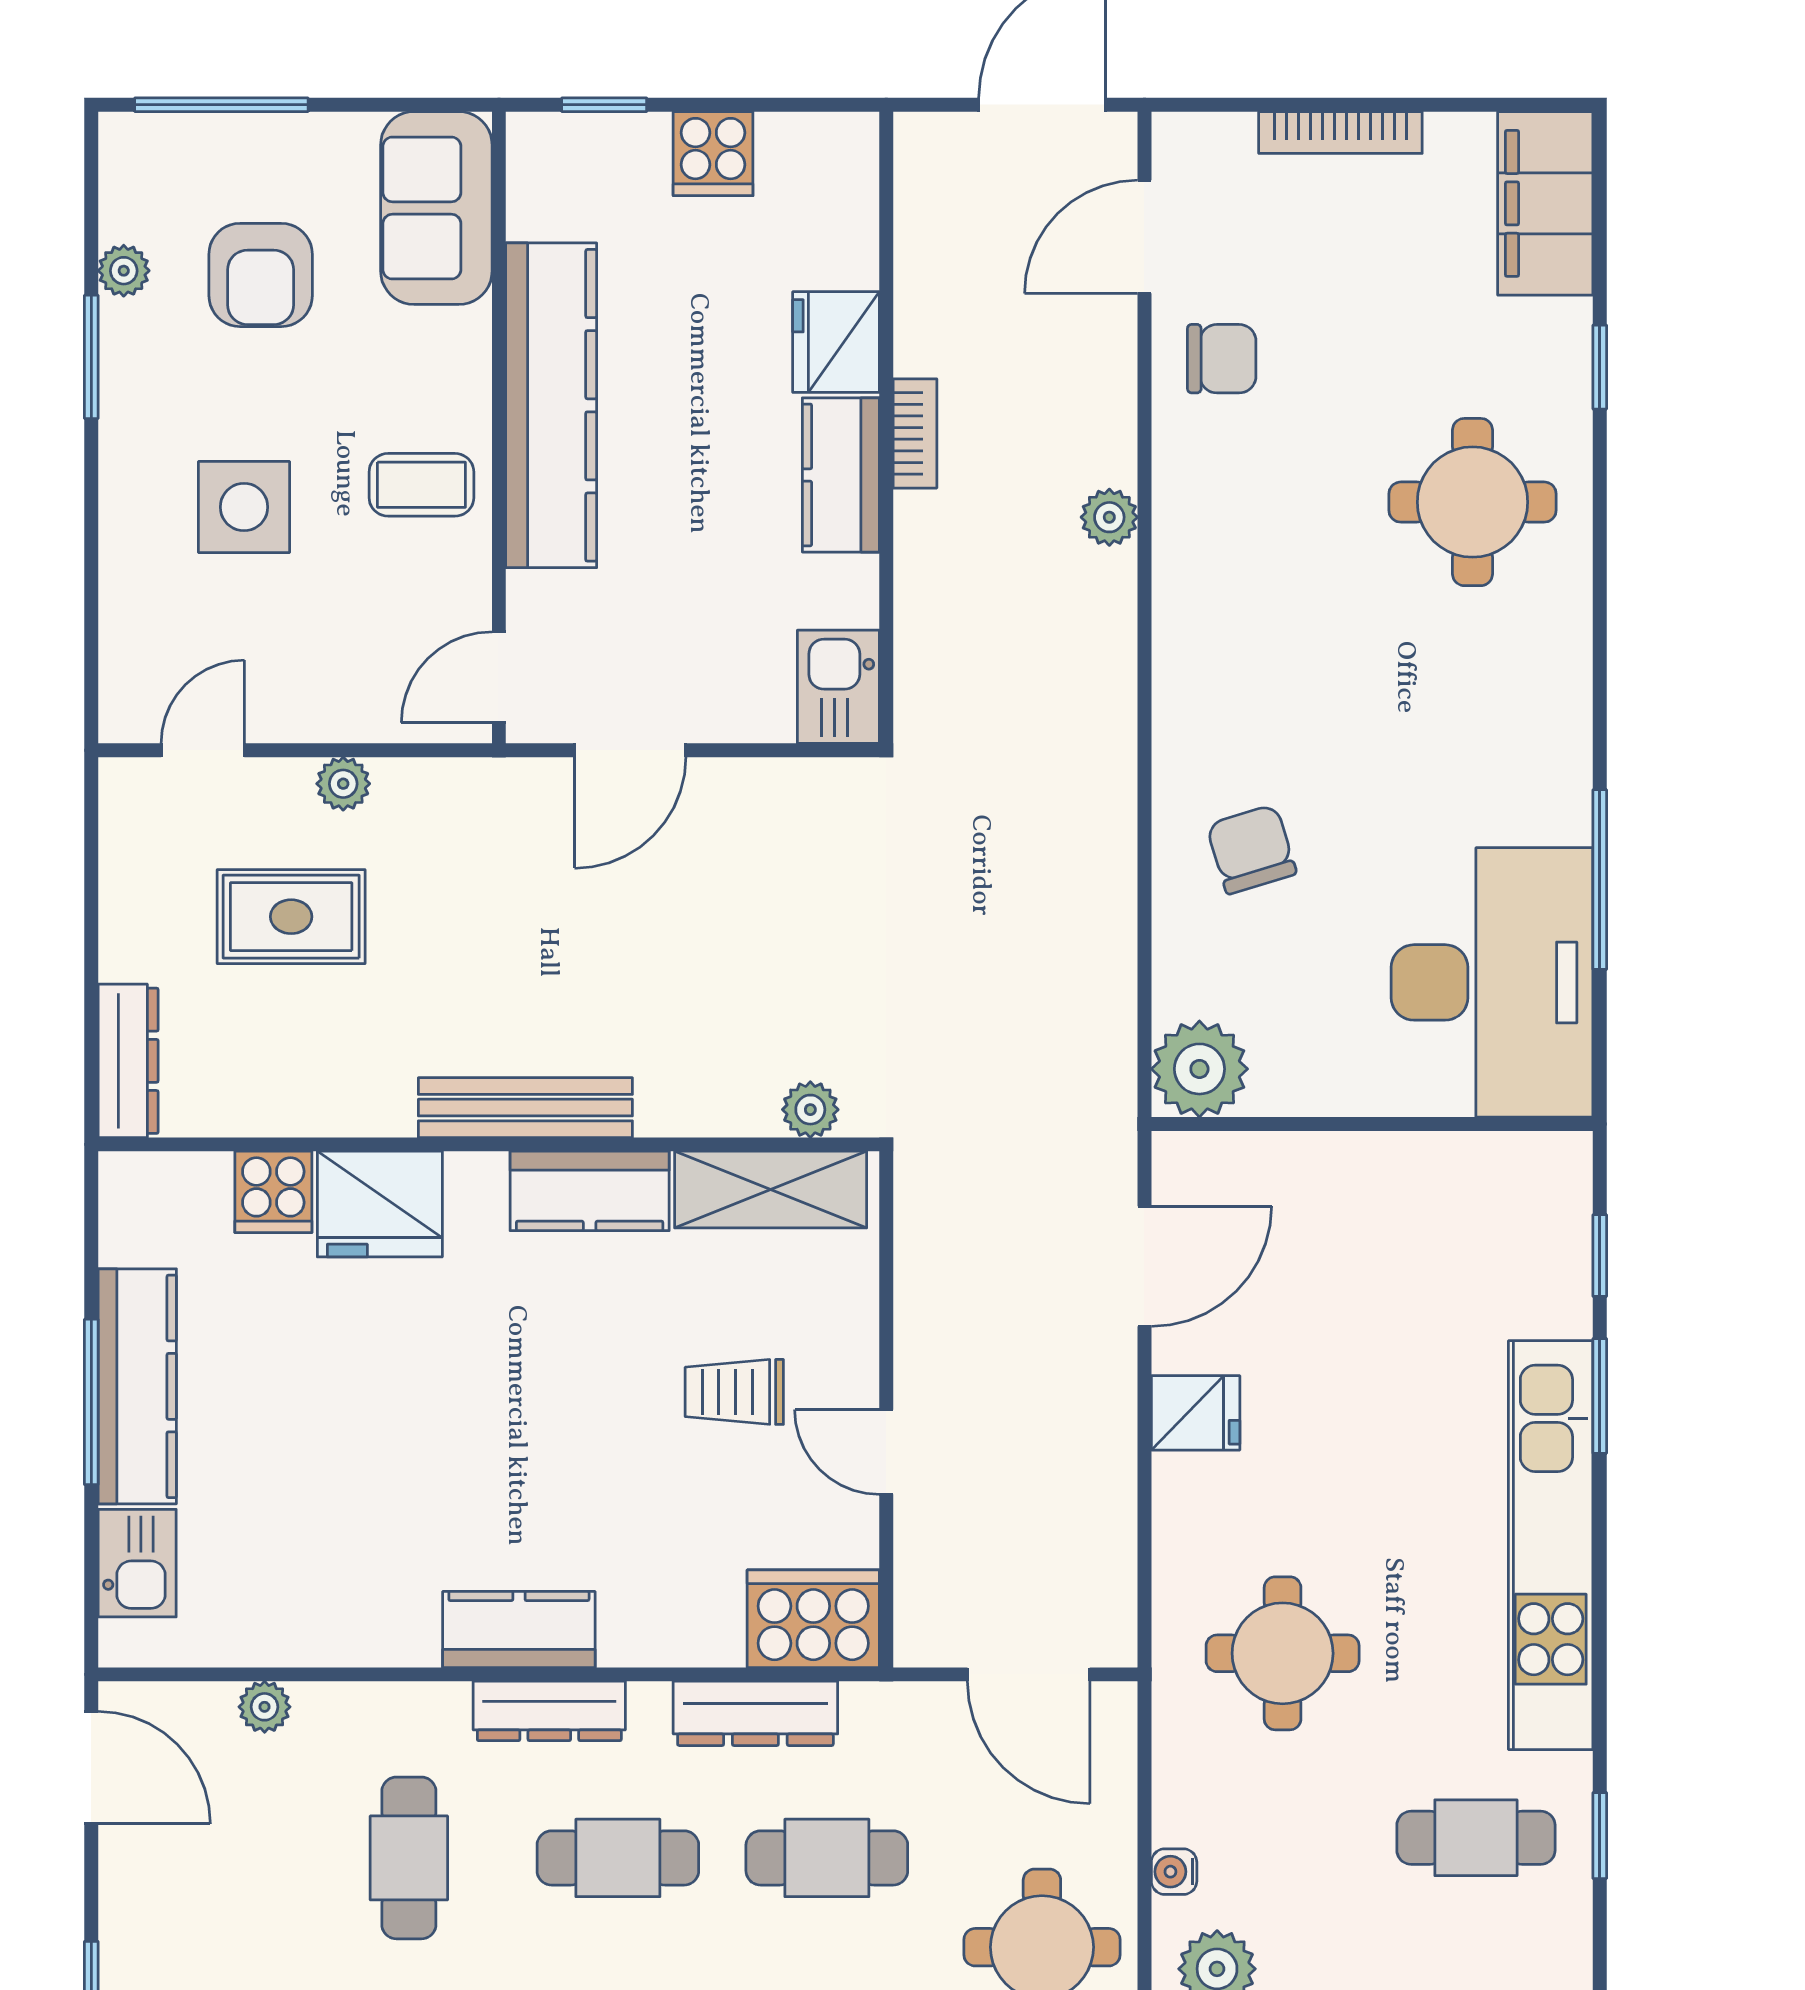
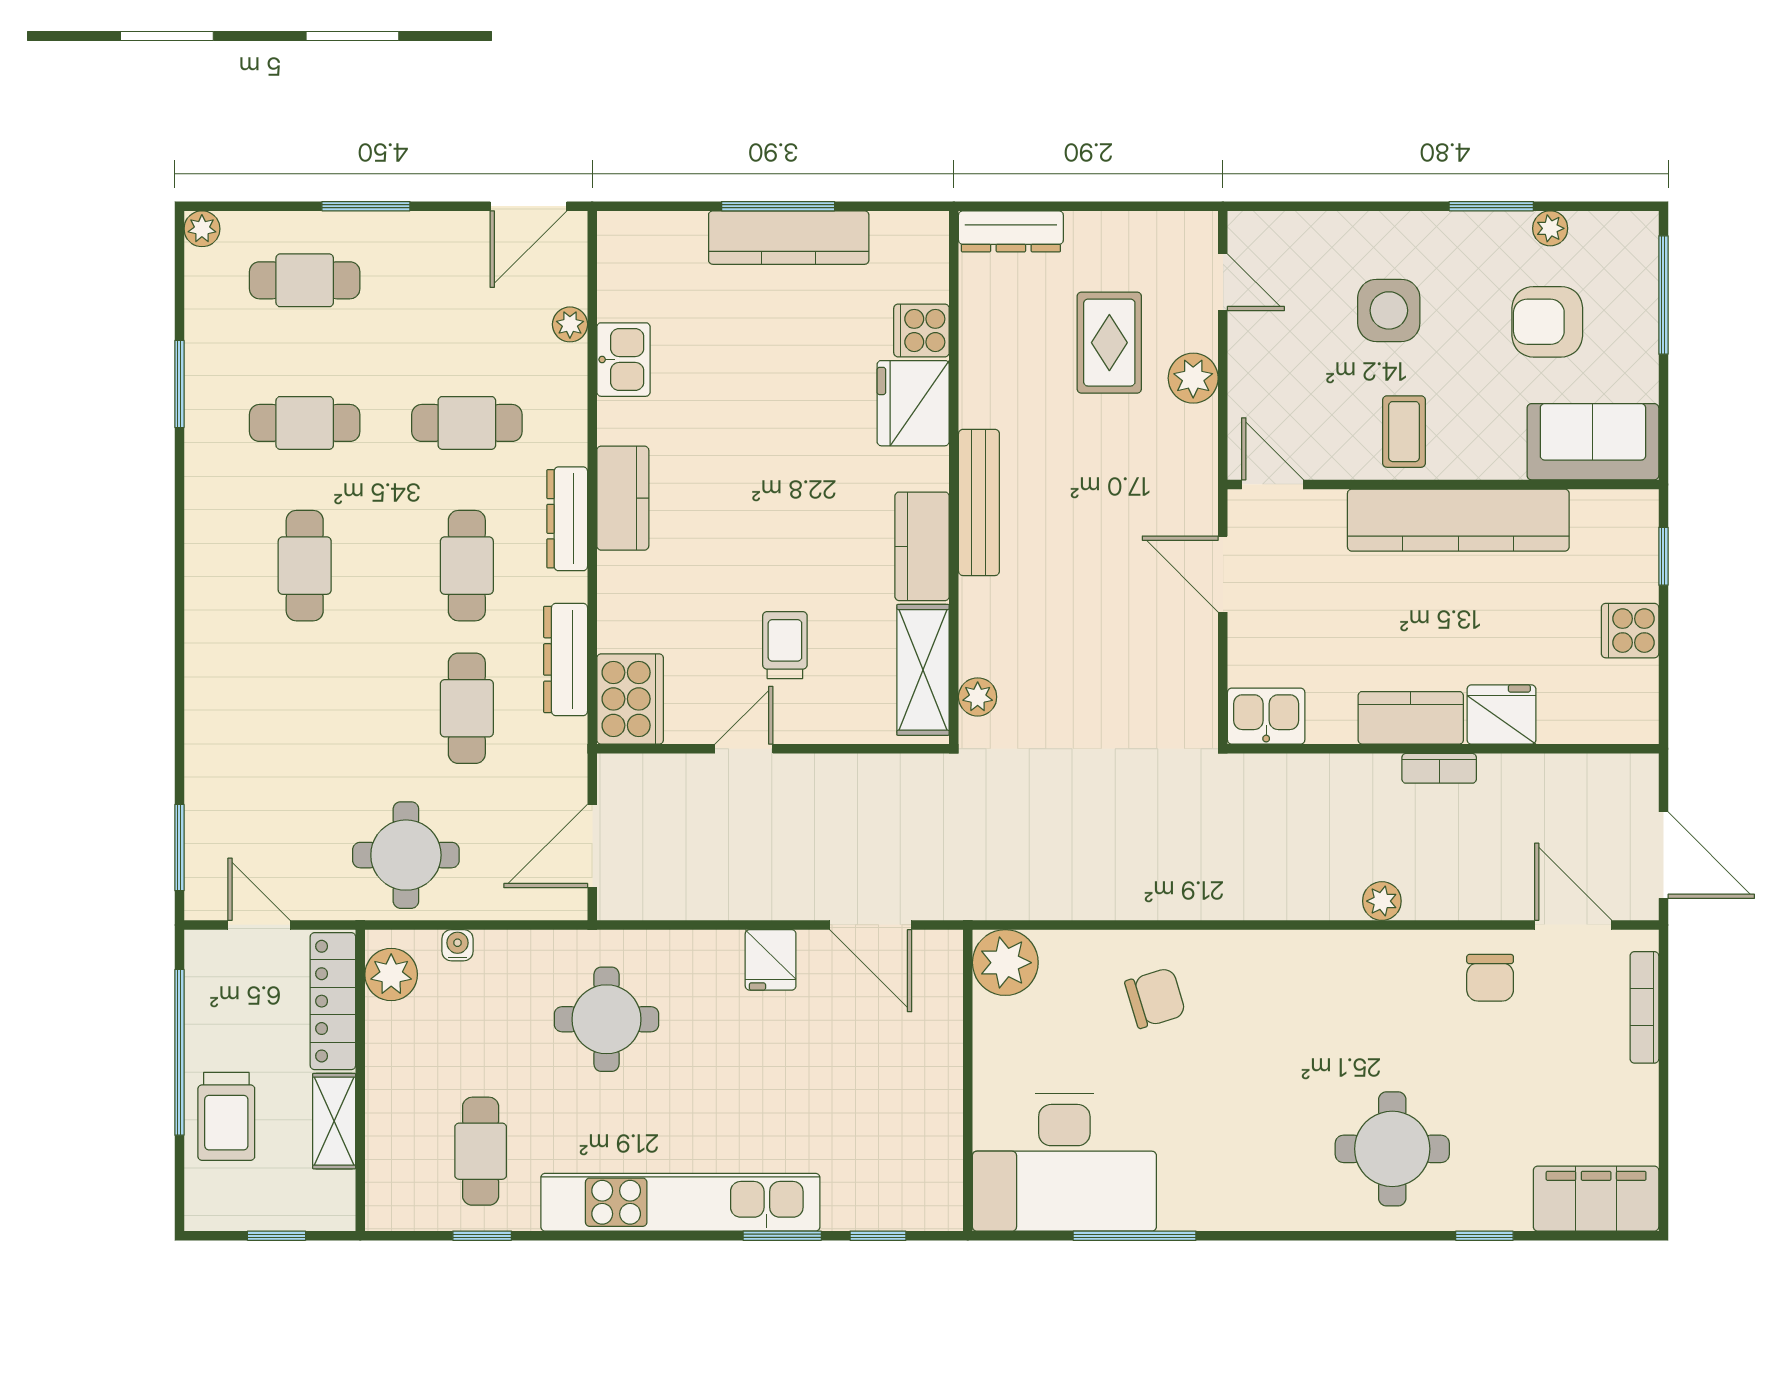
bookcase: (1340, 132) -> (1644, 1007), moved
plant: (343, 784) -> (1193, 378), width x1.38, depth x1.38
kitchen sink: (137, 1563) -> (623, 360), moved, turned -90

